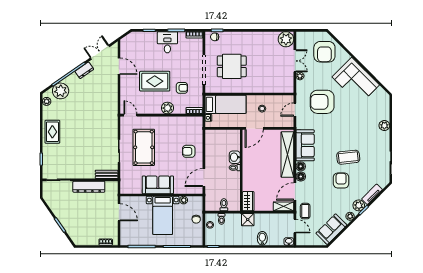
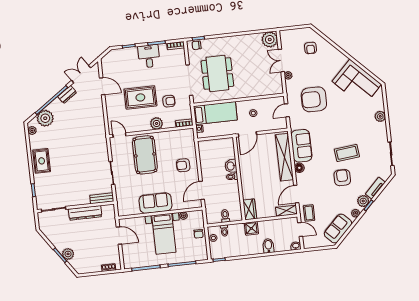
armchair: (324, 52) -> (310, 48), width x0.53, depth x0.53
double door: (295, 61) -> (281, 61), swing flipped
dining table: (232, 66) -> (217, 73), width x1.37
corner sofa: (356, 81) -> (357, 83), moved
pool table: (144, 147) -> (145, 155), moved
floor lamp: (301, 177) -> (301, 178), removed
plant: (68, 225) -> (68, 254), added

